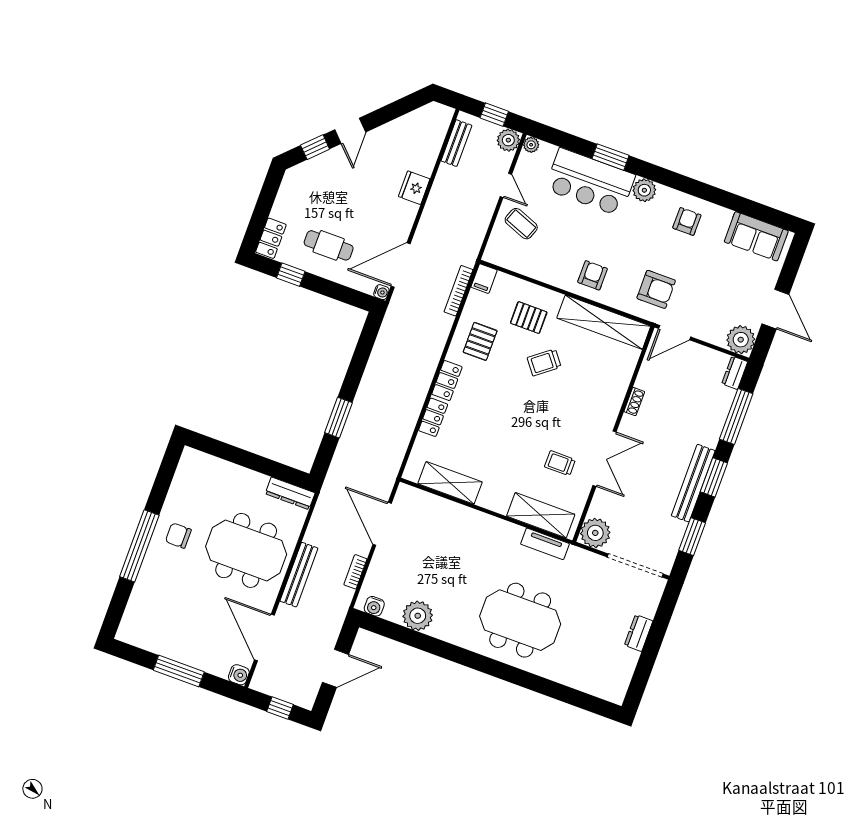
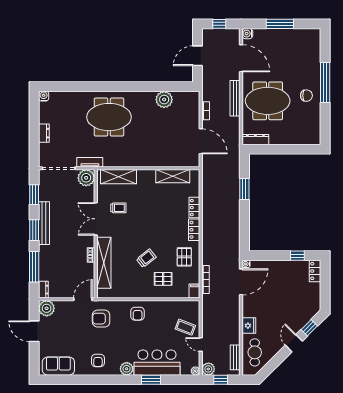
cafe table: (329, 245) -> (255, 352), moved, turned 90
shelving: (604, 322) -> (104, 263), moved, turned 90
tv unit: (545, 544) -> (90, 162), moved
water cooler: (374, 606) -> (44, 96), moved

